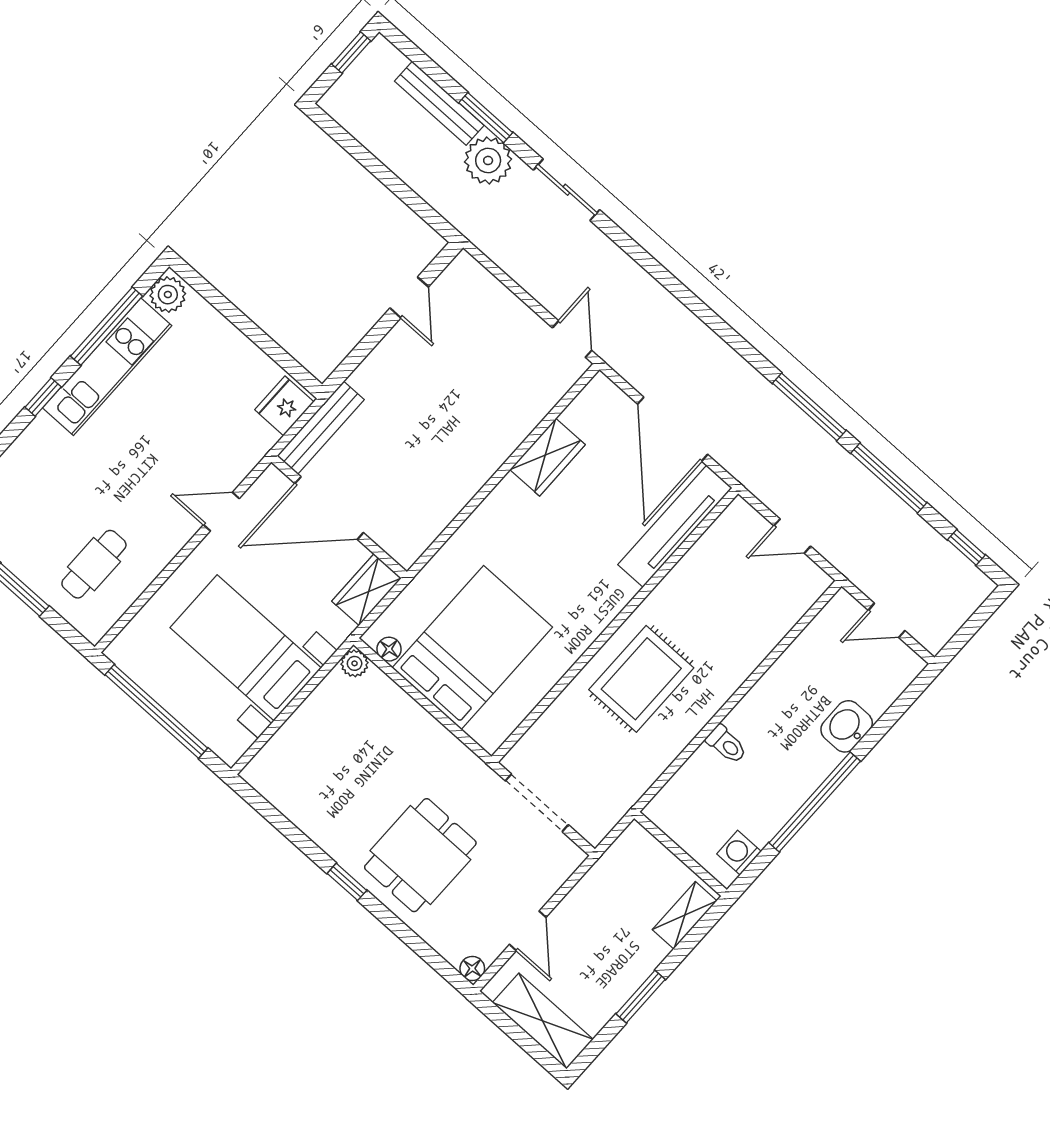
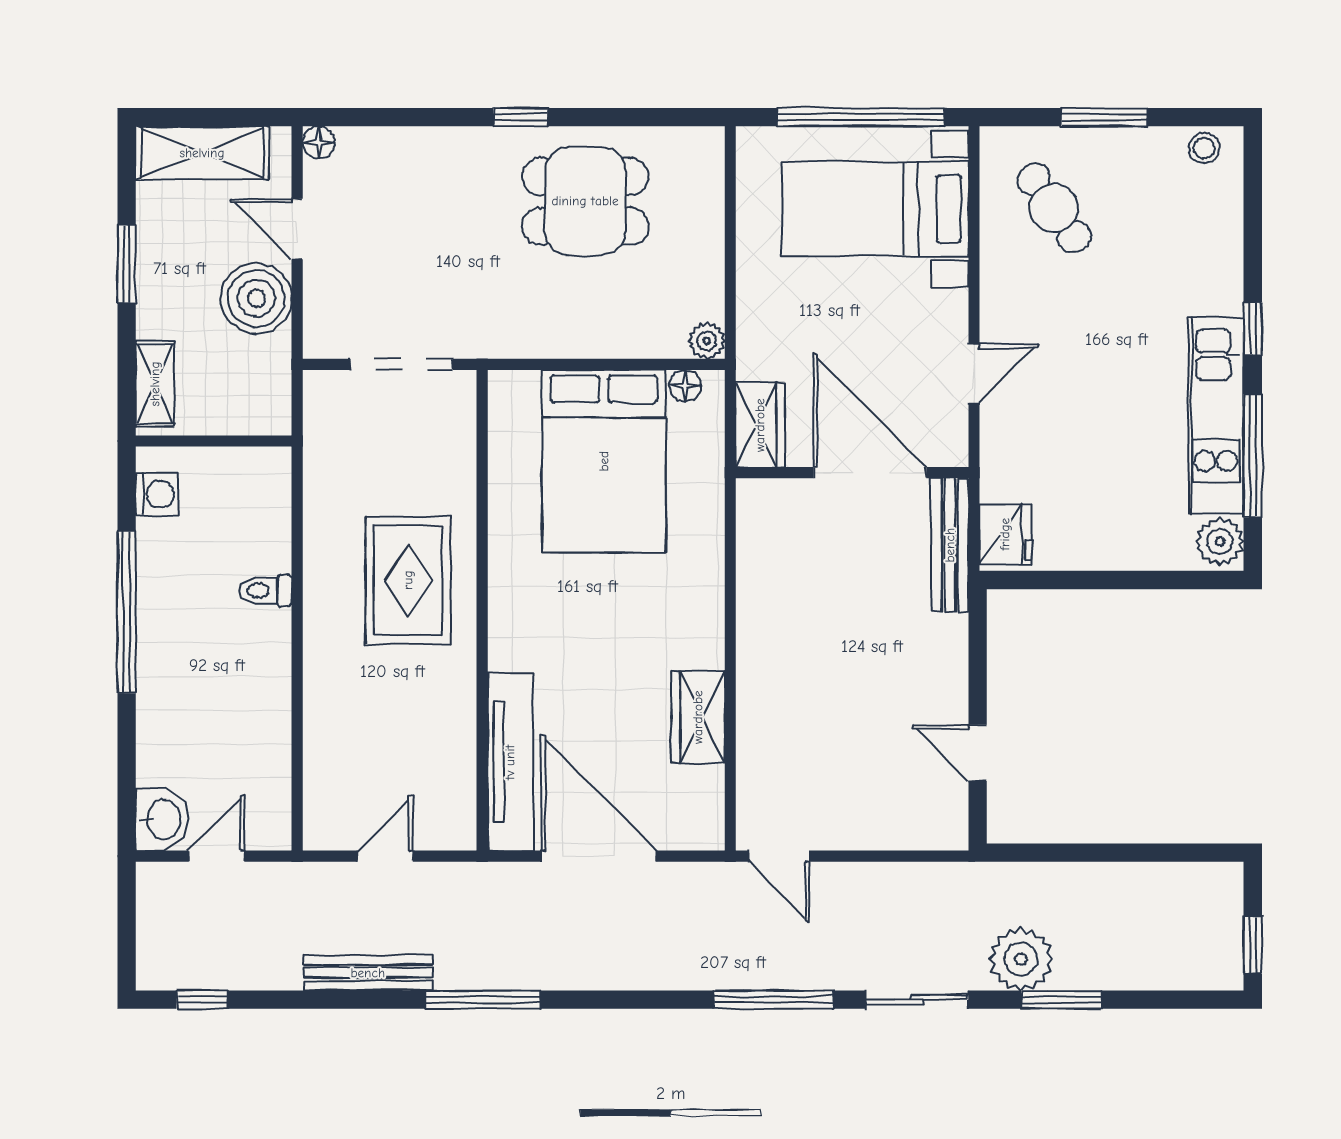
bench: (439, 103) -> (368, 973), moved
window: (889, 478) -> (774, 1000), moved
door: (329, 508) -> (870, 473), hinge flipped
cafe table: (94, 564) -> (1054, 208), turned -35
bed with nightstands: (246, 648) -> (875, 209), moved, turned 180
washbasin: (847, 726) -> (162, 819), moved
dining table: (420, 855) -> (585, 201), moved, turned 90
boiler: (585, 913) -> (256, 298), added

